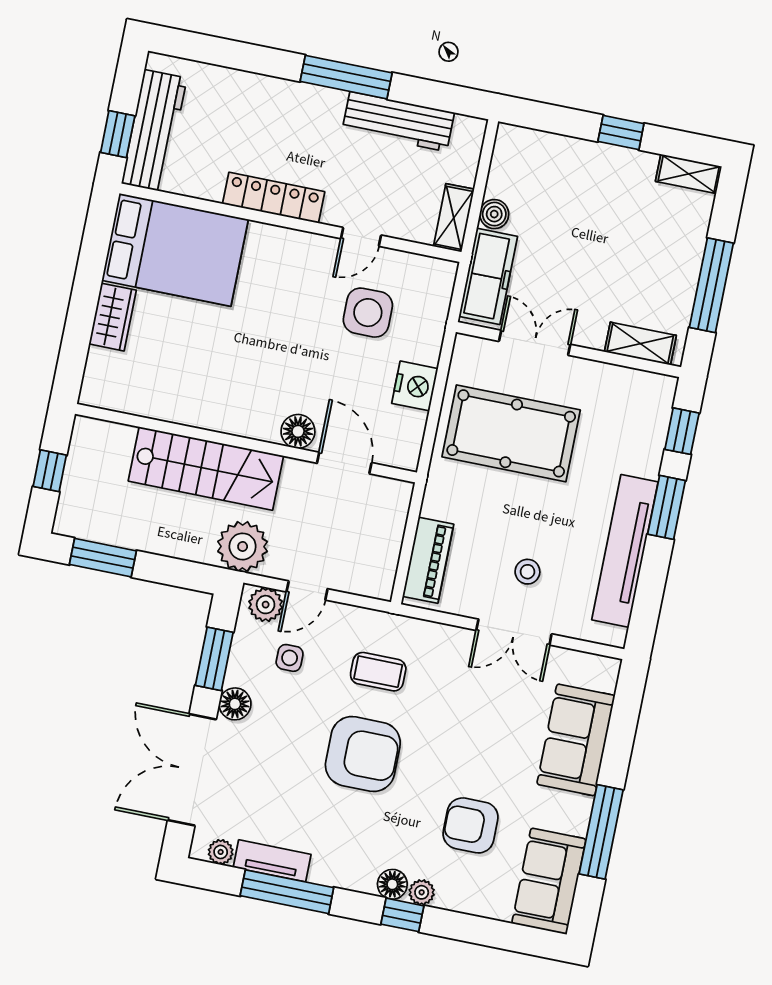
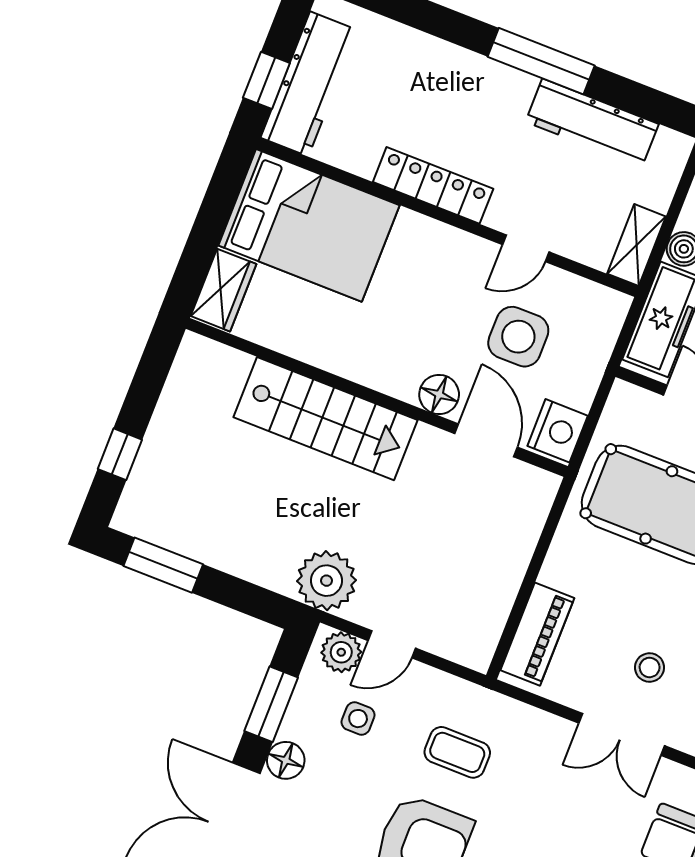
floor lamp: (298, 431) -> (439, 394), moved
wall: (246, 443) -> (377, 398), moved
door: (344, 463) -> (486, 440), moved
stairs: (206, 469) -> (326, 419), moved

